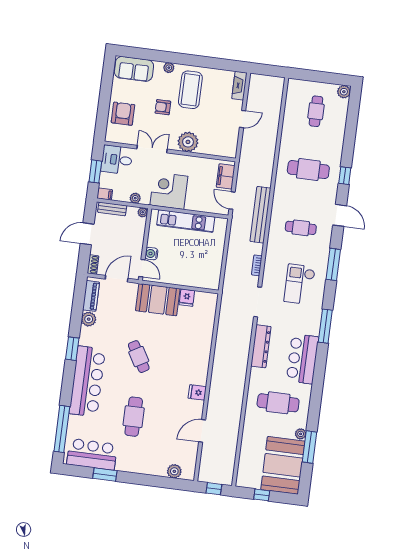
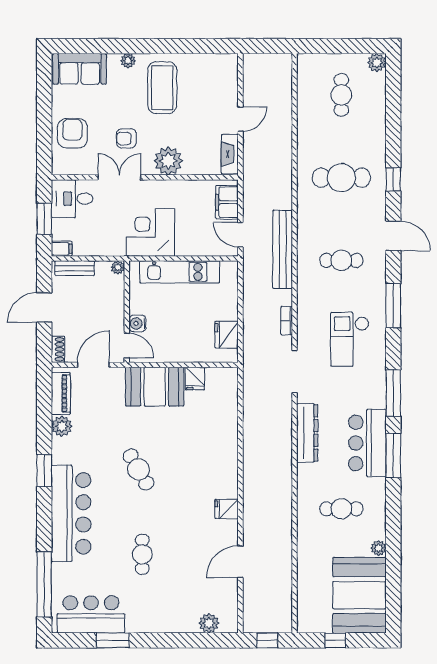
fireplace: (239, 86) -> (230, 154), moved
armchair: (163, 107) -> (126, 138), moved
plant: (135, 198) -> (105, 249), removed
fridge: (213, 270) -> (227, 335), added
cafe table: (278, 403) -> (341, 509), width x0.73, depth x0.74
cafe table: (134, 417) -> (142, 554), width x0.73, depth x0.74
window: (310, 447) -> (393, 455), moved

